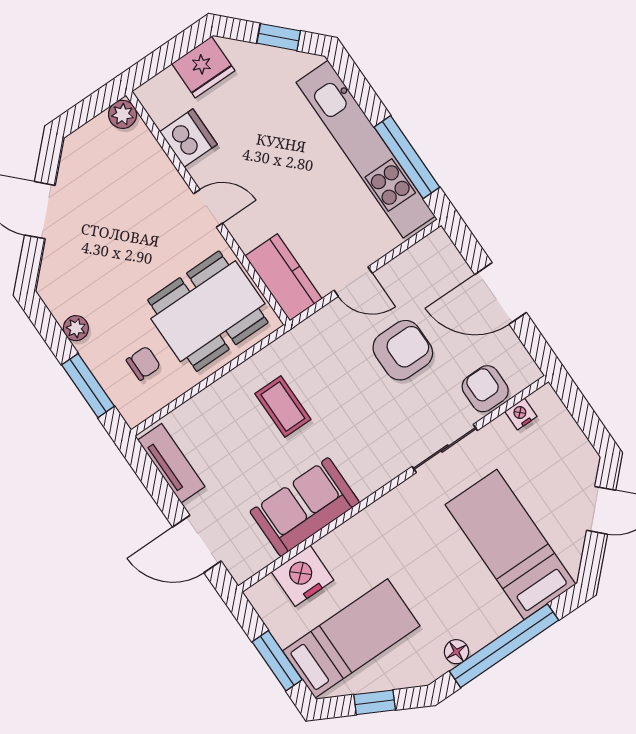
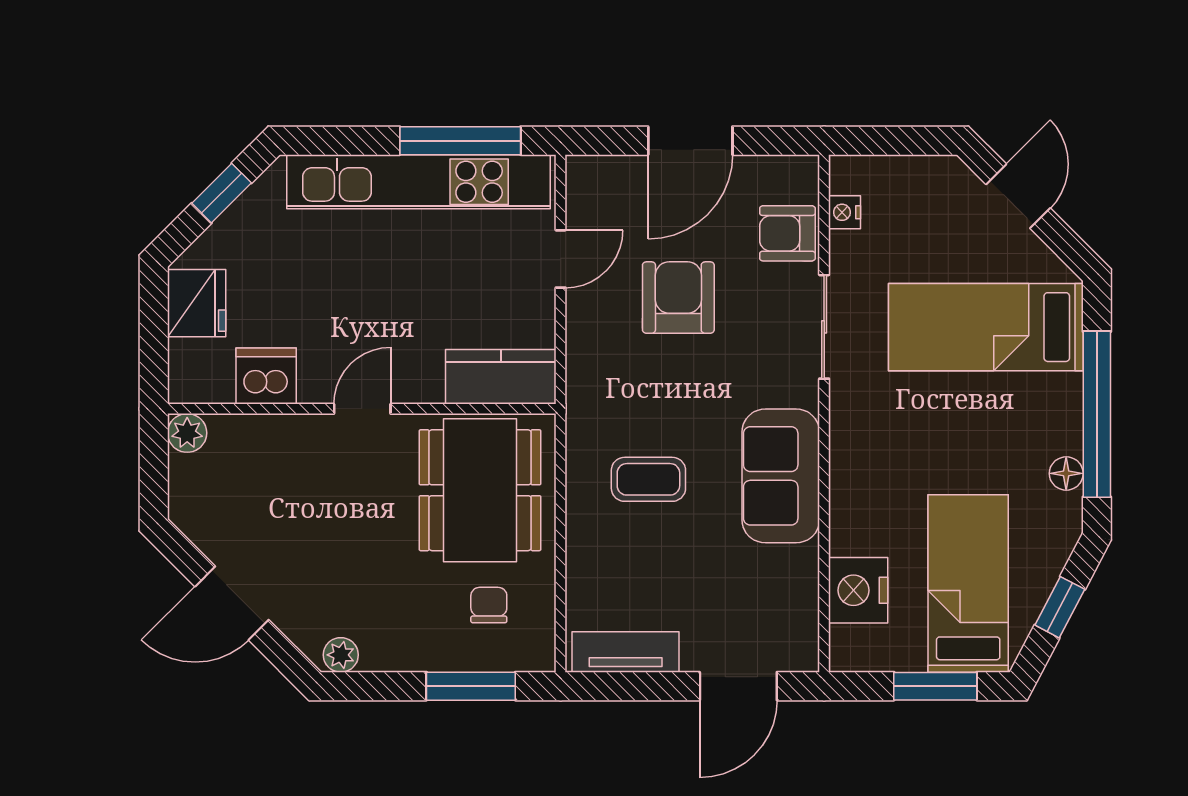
door: (353, 282) -> (561, 259), moved
plant: (76, 328) -> (341, 655), moved
sofa: (305, 507) -> (781, 476), moved

